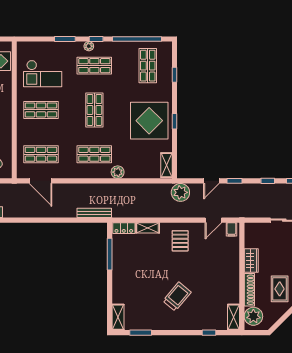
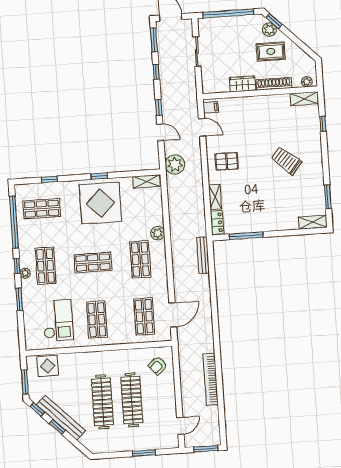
plant: (253, 316) -> (307, 82), width x0.53, depth x0.53

